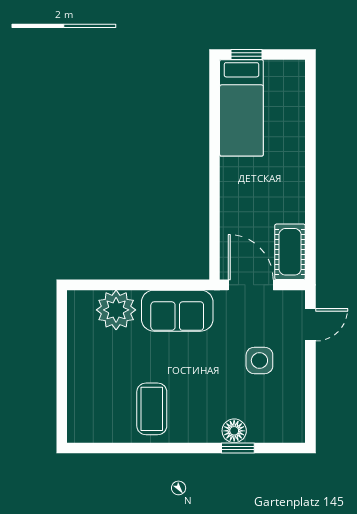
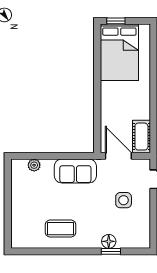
bed: (241, 108) -> (119, 52), width x1.50
plant: (116, 310) -> (34, 165), width x0.53, depth x0.53
coffee table: (152, 409) -> (60, 229), turned 90

